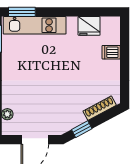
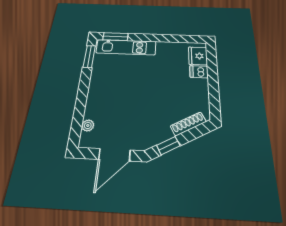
fridge: (89, 26) -> (198, 56), moved, turned 90

